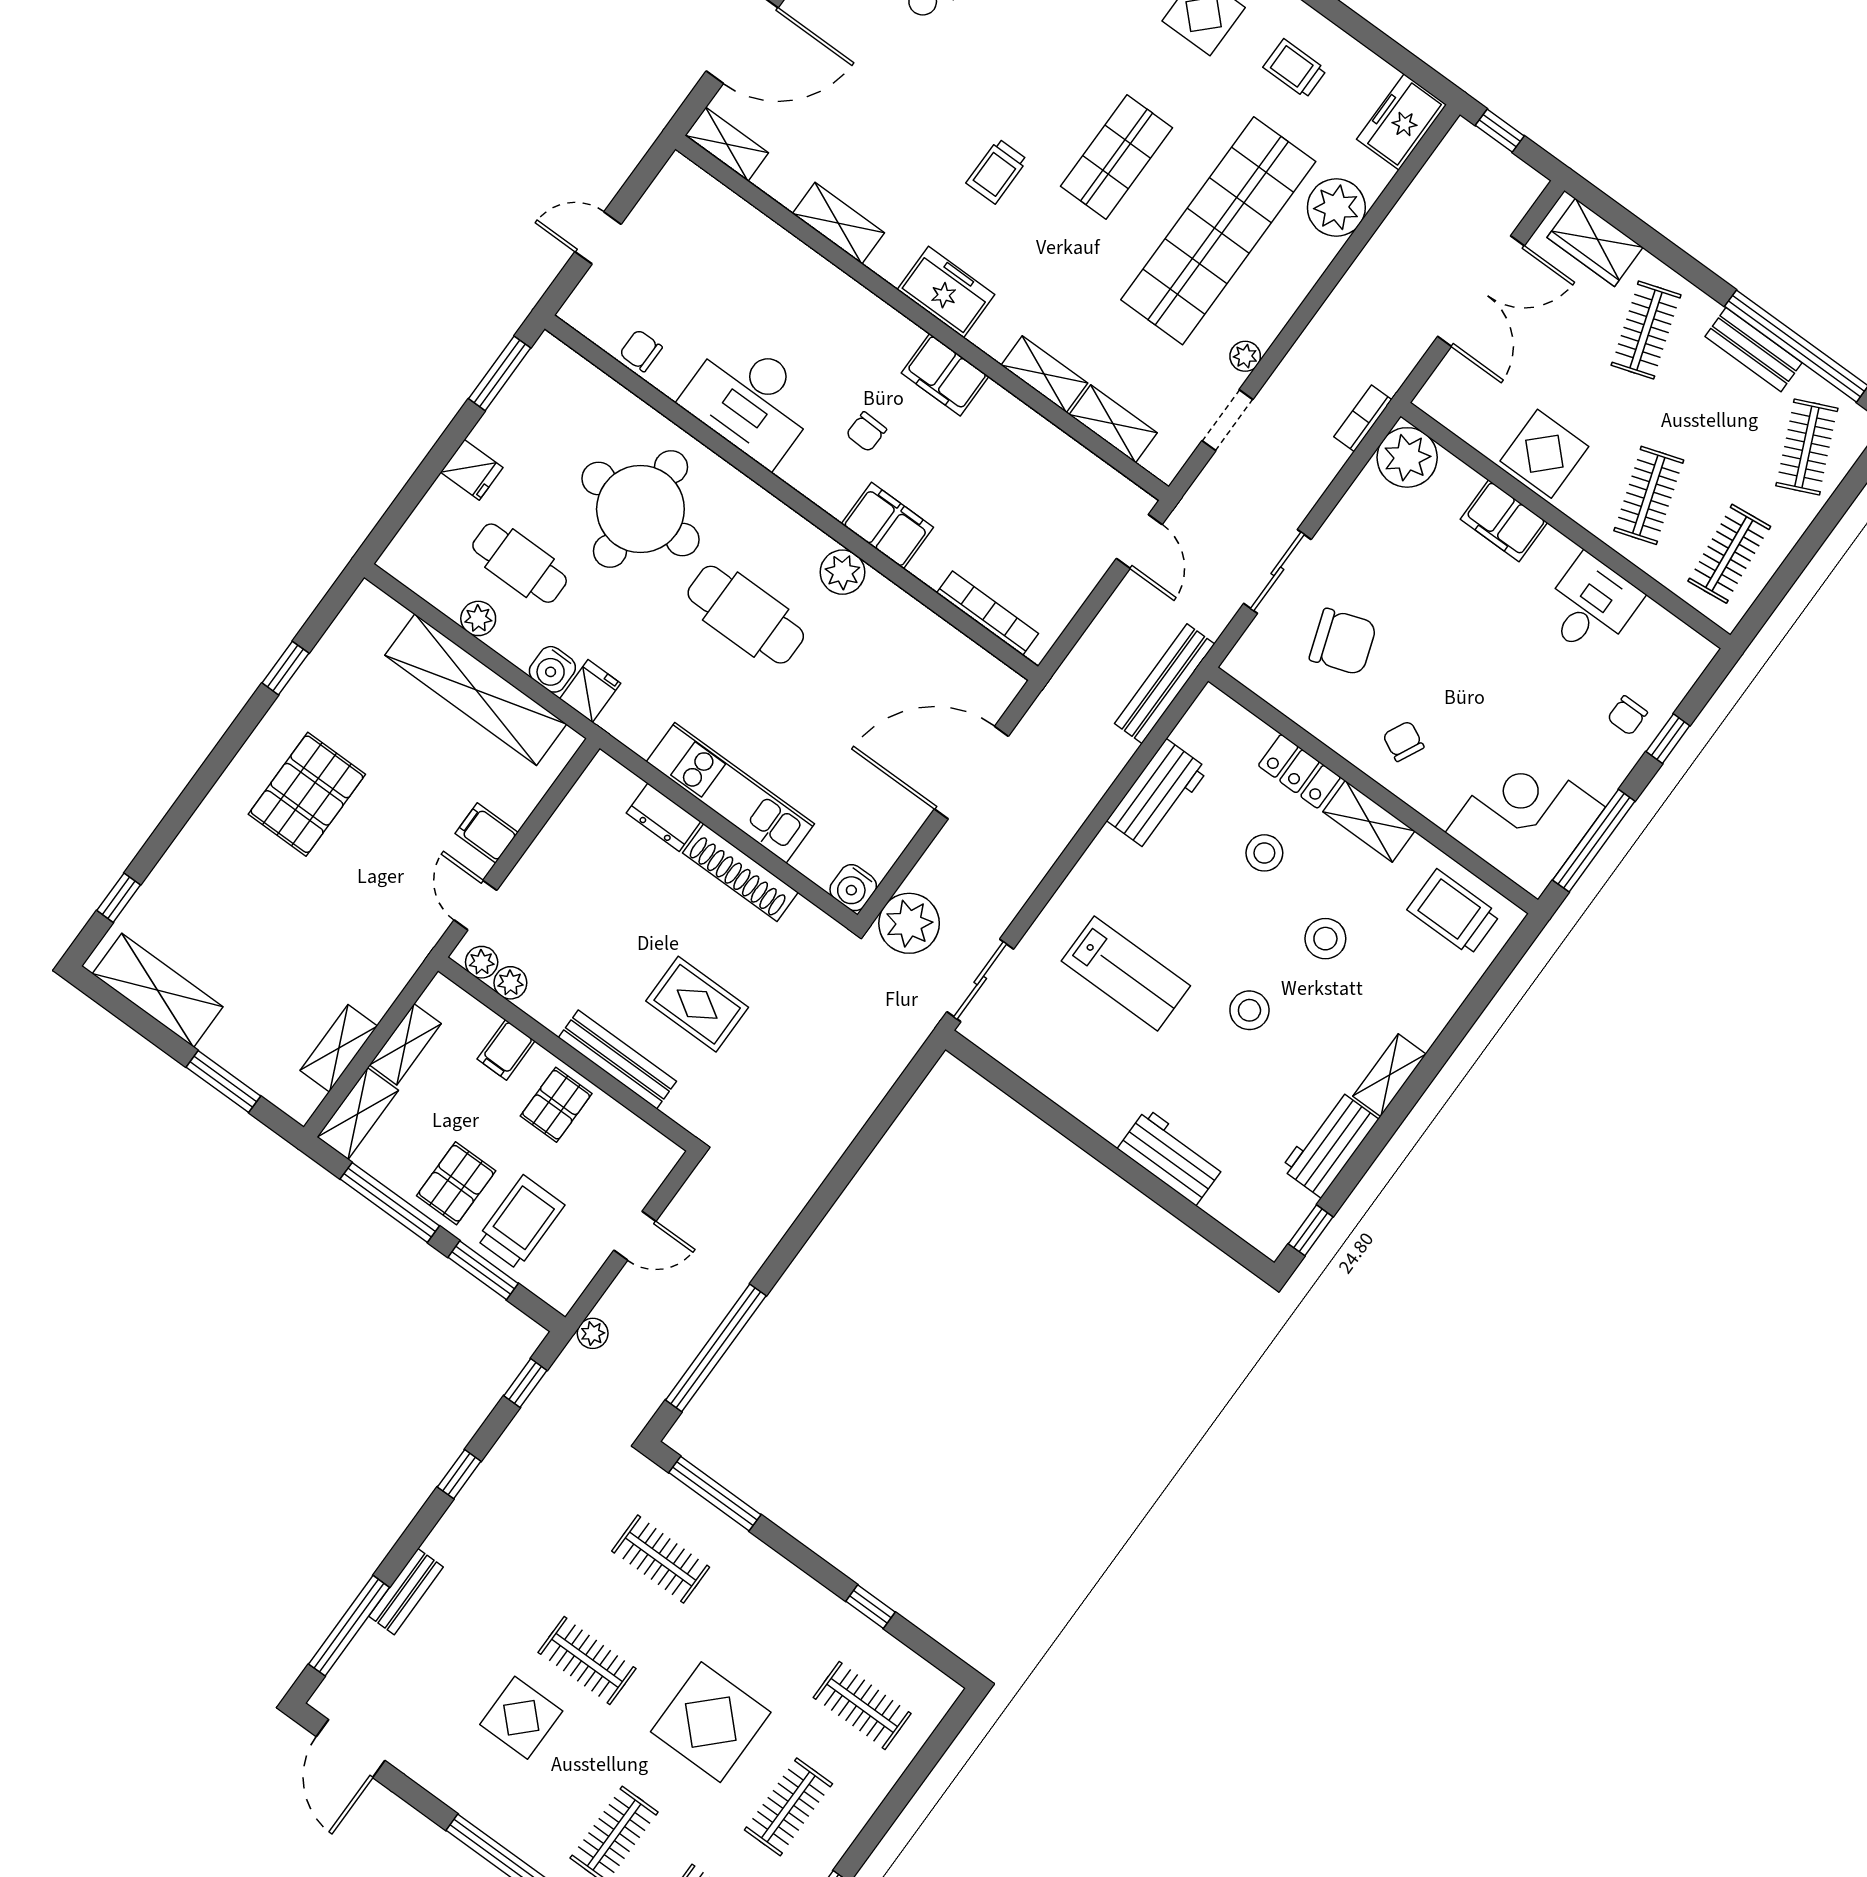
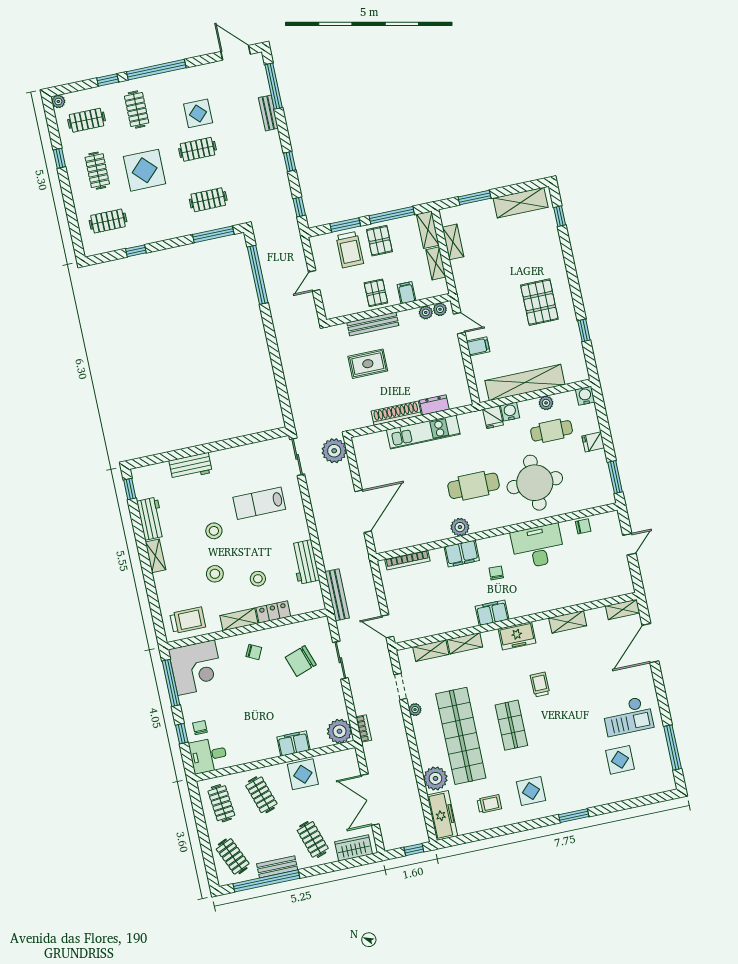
freezer: (1402, 122) -> (442, 815), width x1.40
desk: (1591, 606) -> (208, 755), moved, turned 90
water cooler: (853, 888) -> (585, 396), moved
plant: (593, 1333) -> (296, 241), removed

